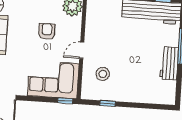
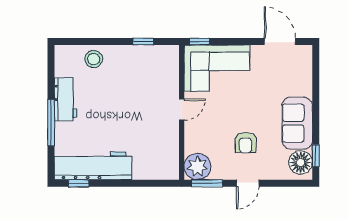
armchair: (47, 31) -> (246, 143), moved
stool: (103, 74) -> (94, 59), moved

